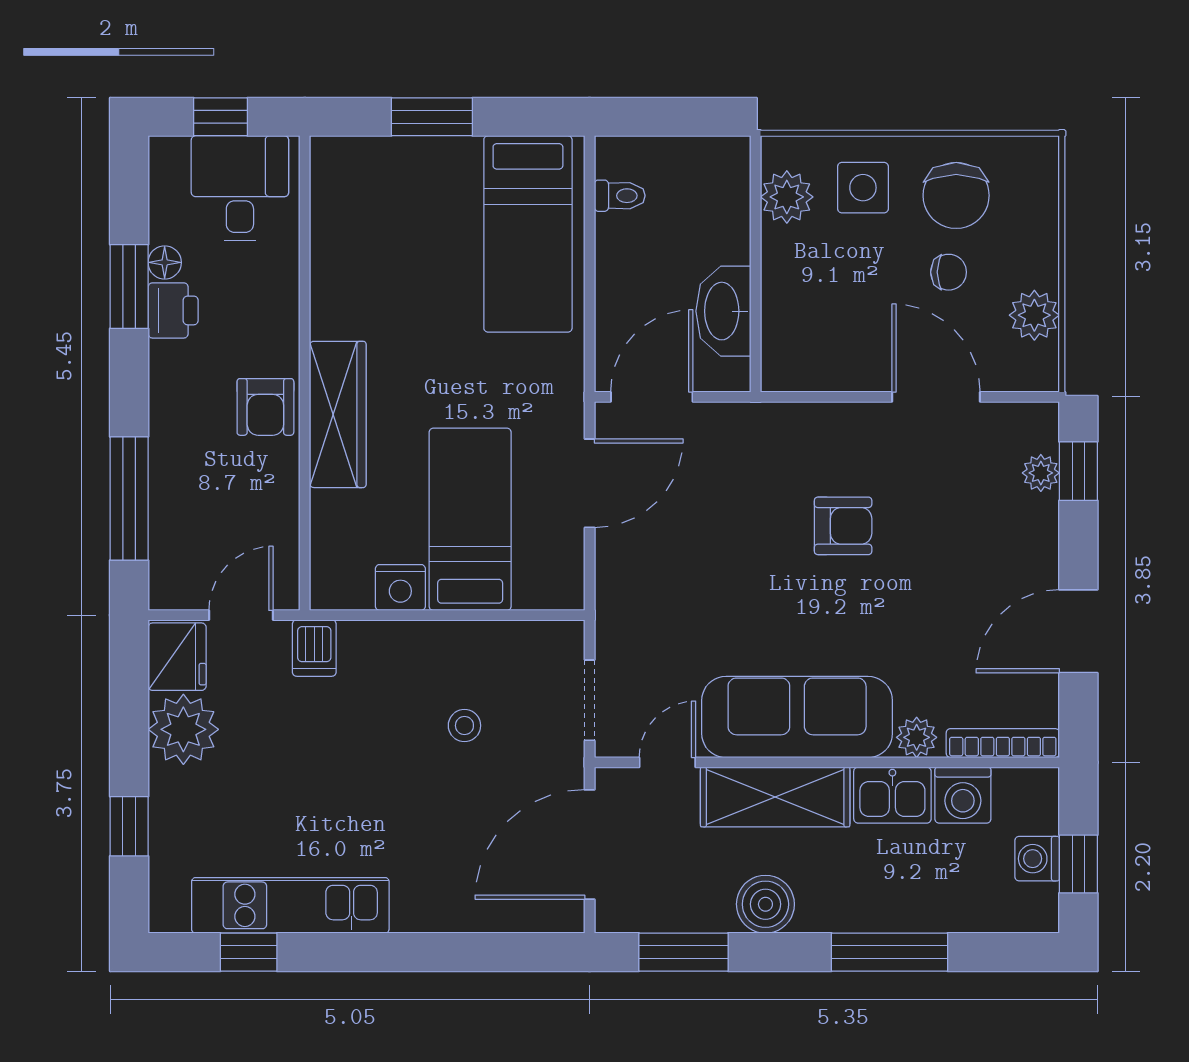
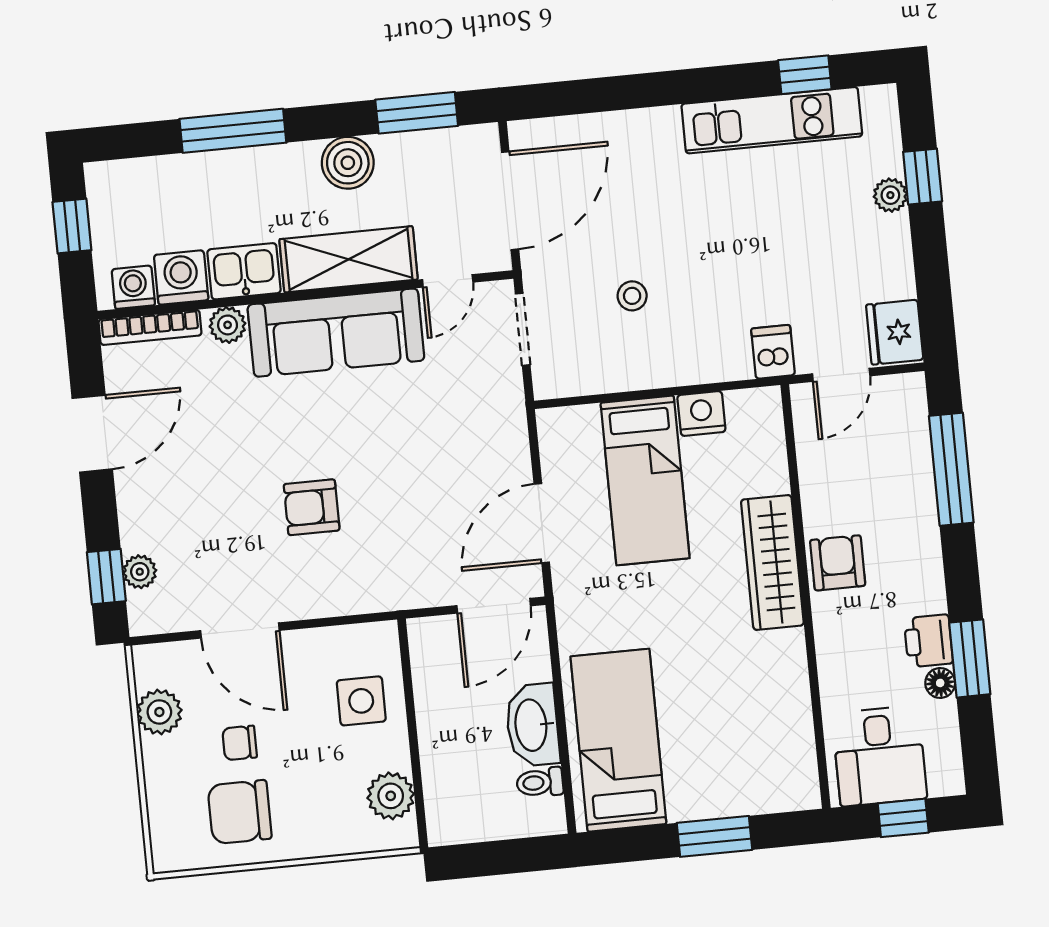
side table: (863, 188) -> (361, 701), moved
chair: (956, 195) -> (240, 812), turned -90
washbasin: (723, 311) -> (532, 725), moved, turned 180
plant: (183, 729) -> (890, 195), moved, width x0.53, depth x0.53
washing machine: (1037, 859) -> (133, 287), moved, turned -90

